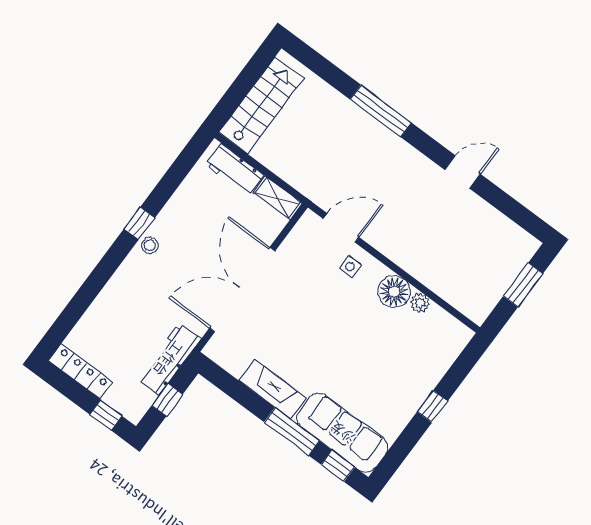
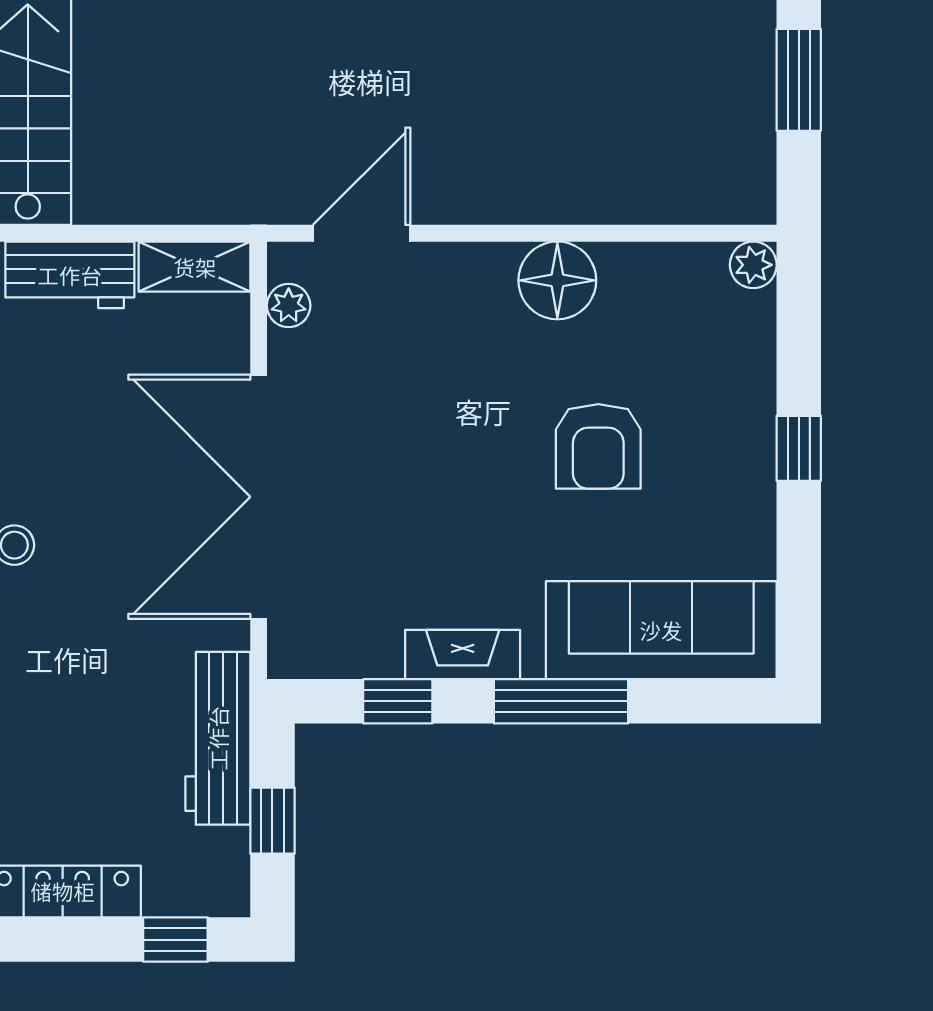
plant: (299, 234) -> (289, 306), added
side table: (350, 267) -> (435, 295), removed
plant: (420, 303) -> (753, 265), moved
armchair: (367, 356) -> (598, 446), added
fireplace: (273, 389) -> (463, 655), width x0.73, depth x0.76
window: (338, 466) -> (398, 701), moved

